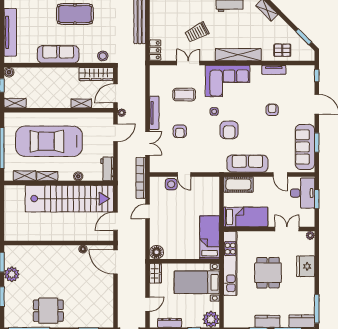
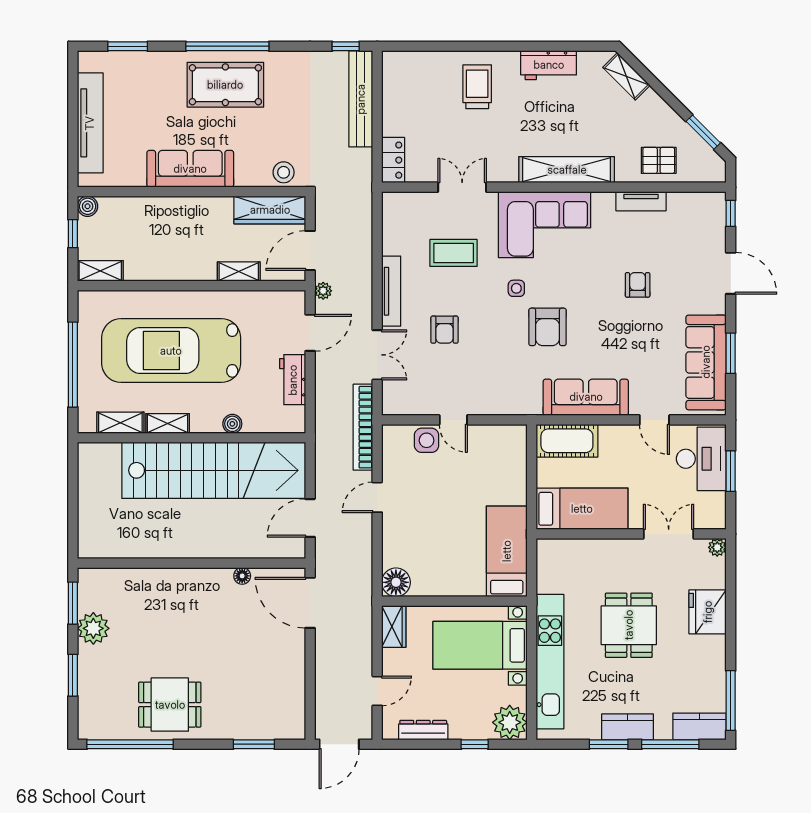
trolley: (197, 32) -> (477, 87), moved, turned 117
workbench: (107, 169) -> (293, 380), moved
kitchen unit: (230, 263) -> (550, 662), moved

